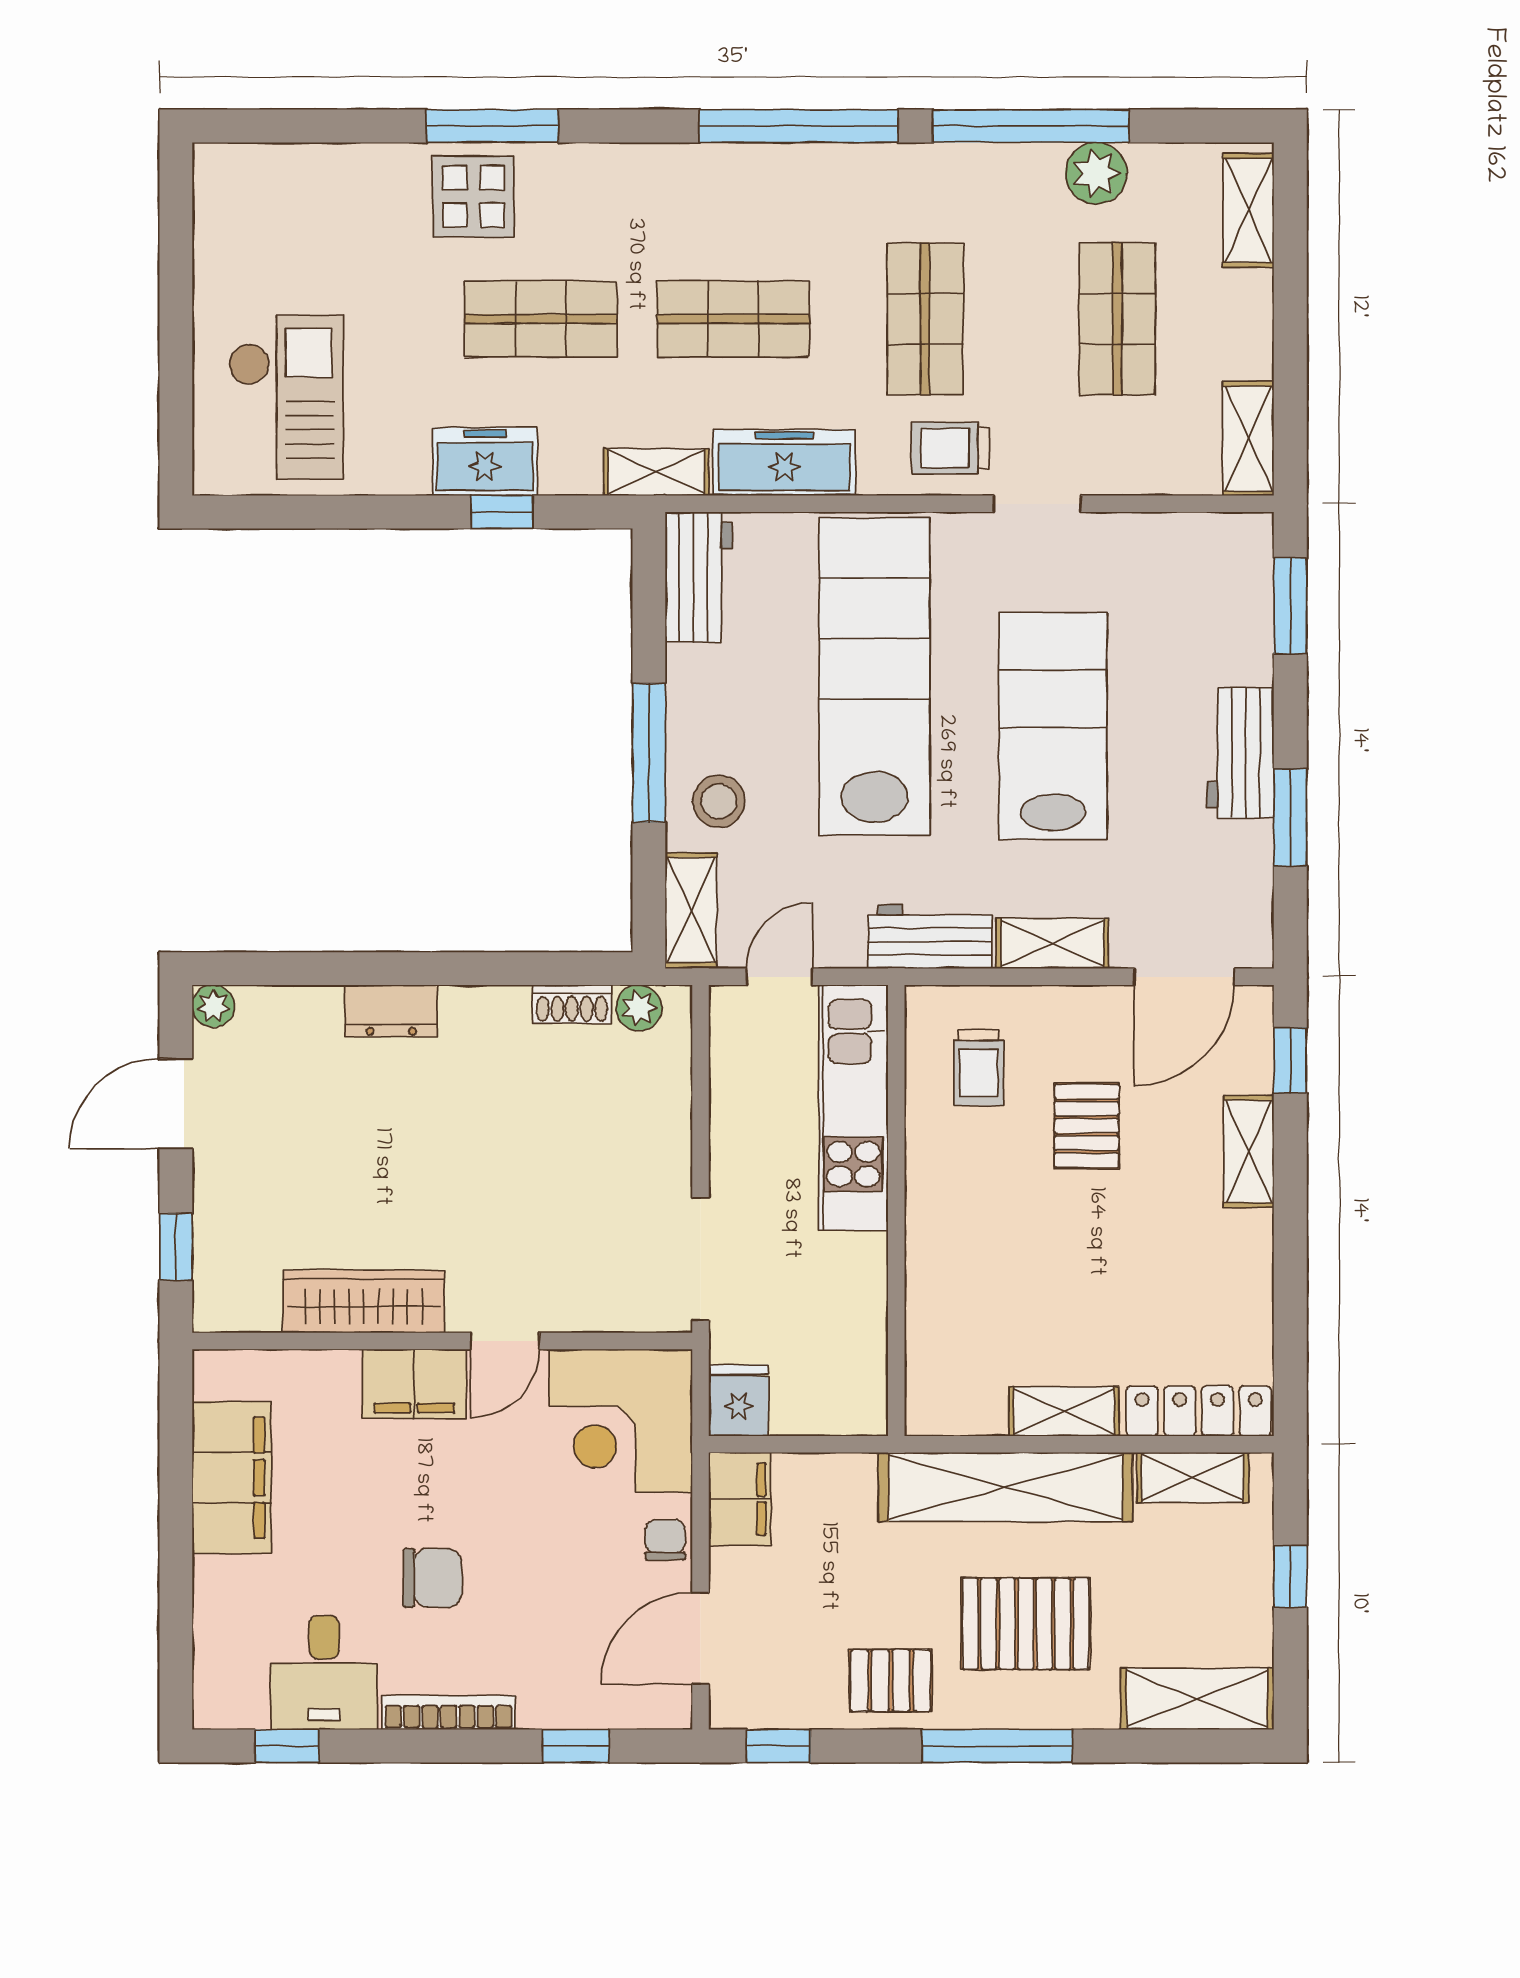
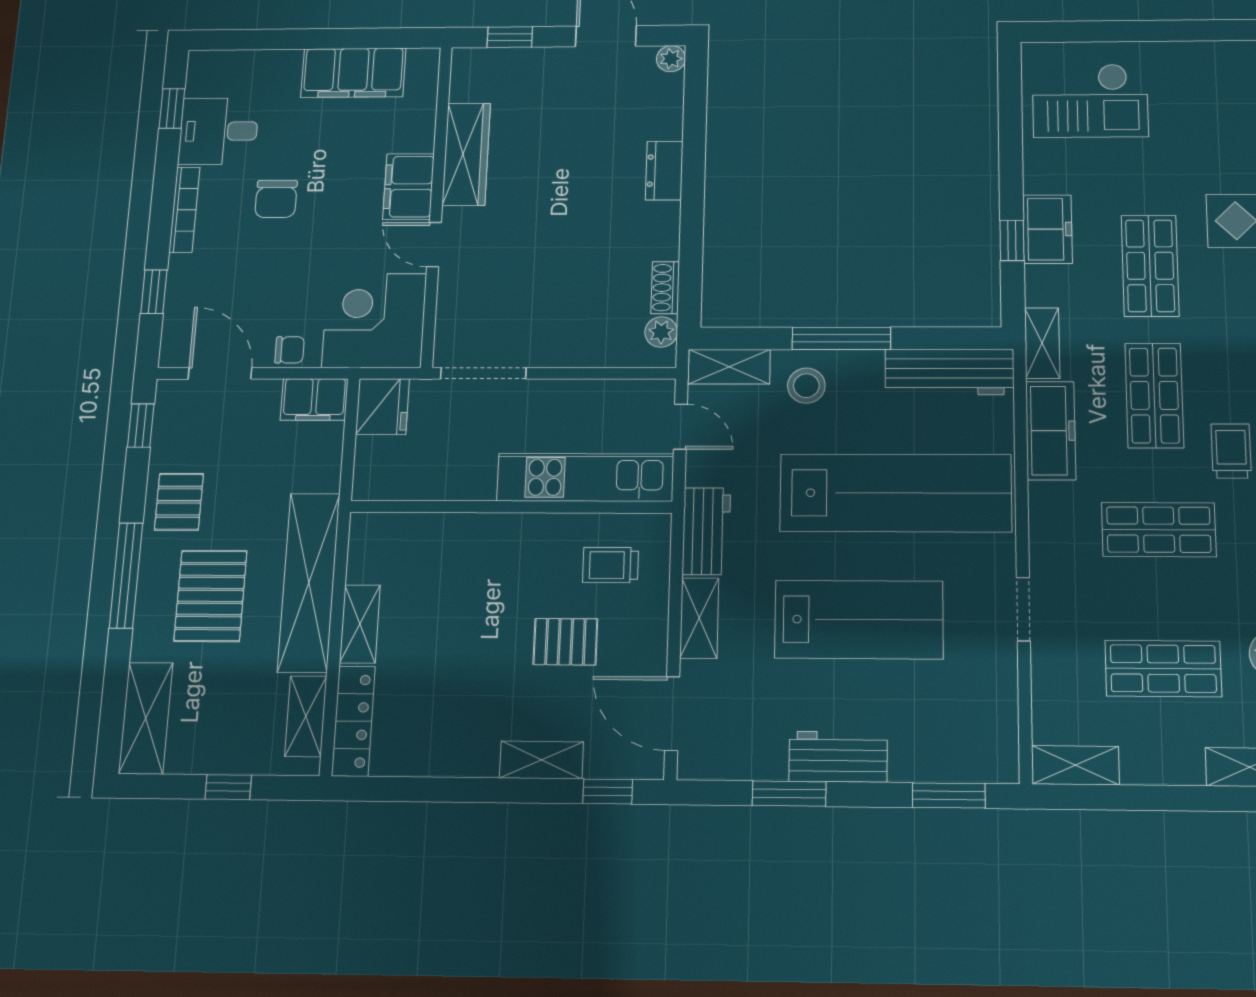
trolley: (950, 448) -> (1231, 451), moved
workbench: (699, 577) -> (950, 372), width x1.38
fridge: (739, 1400) -> (382, 407), width x1.38

